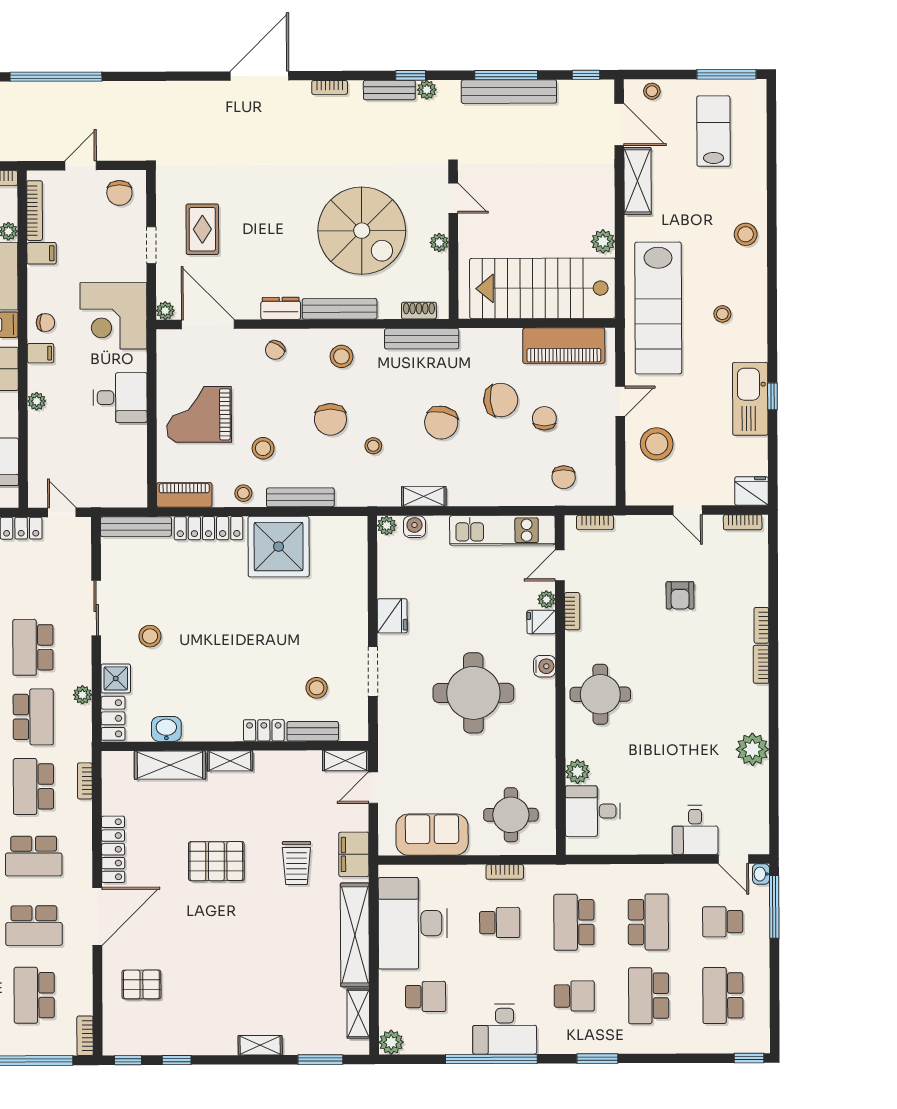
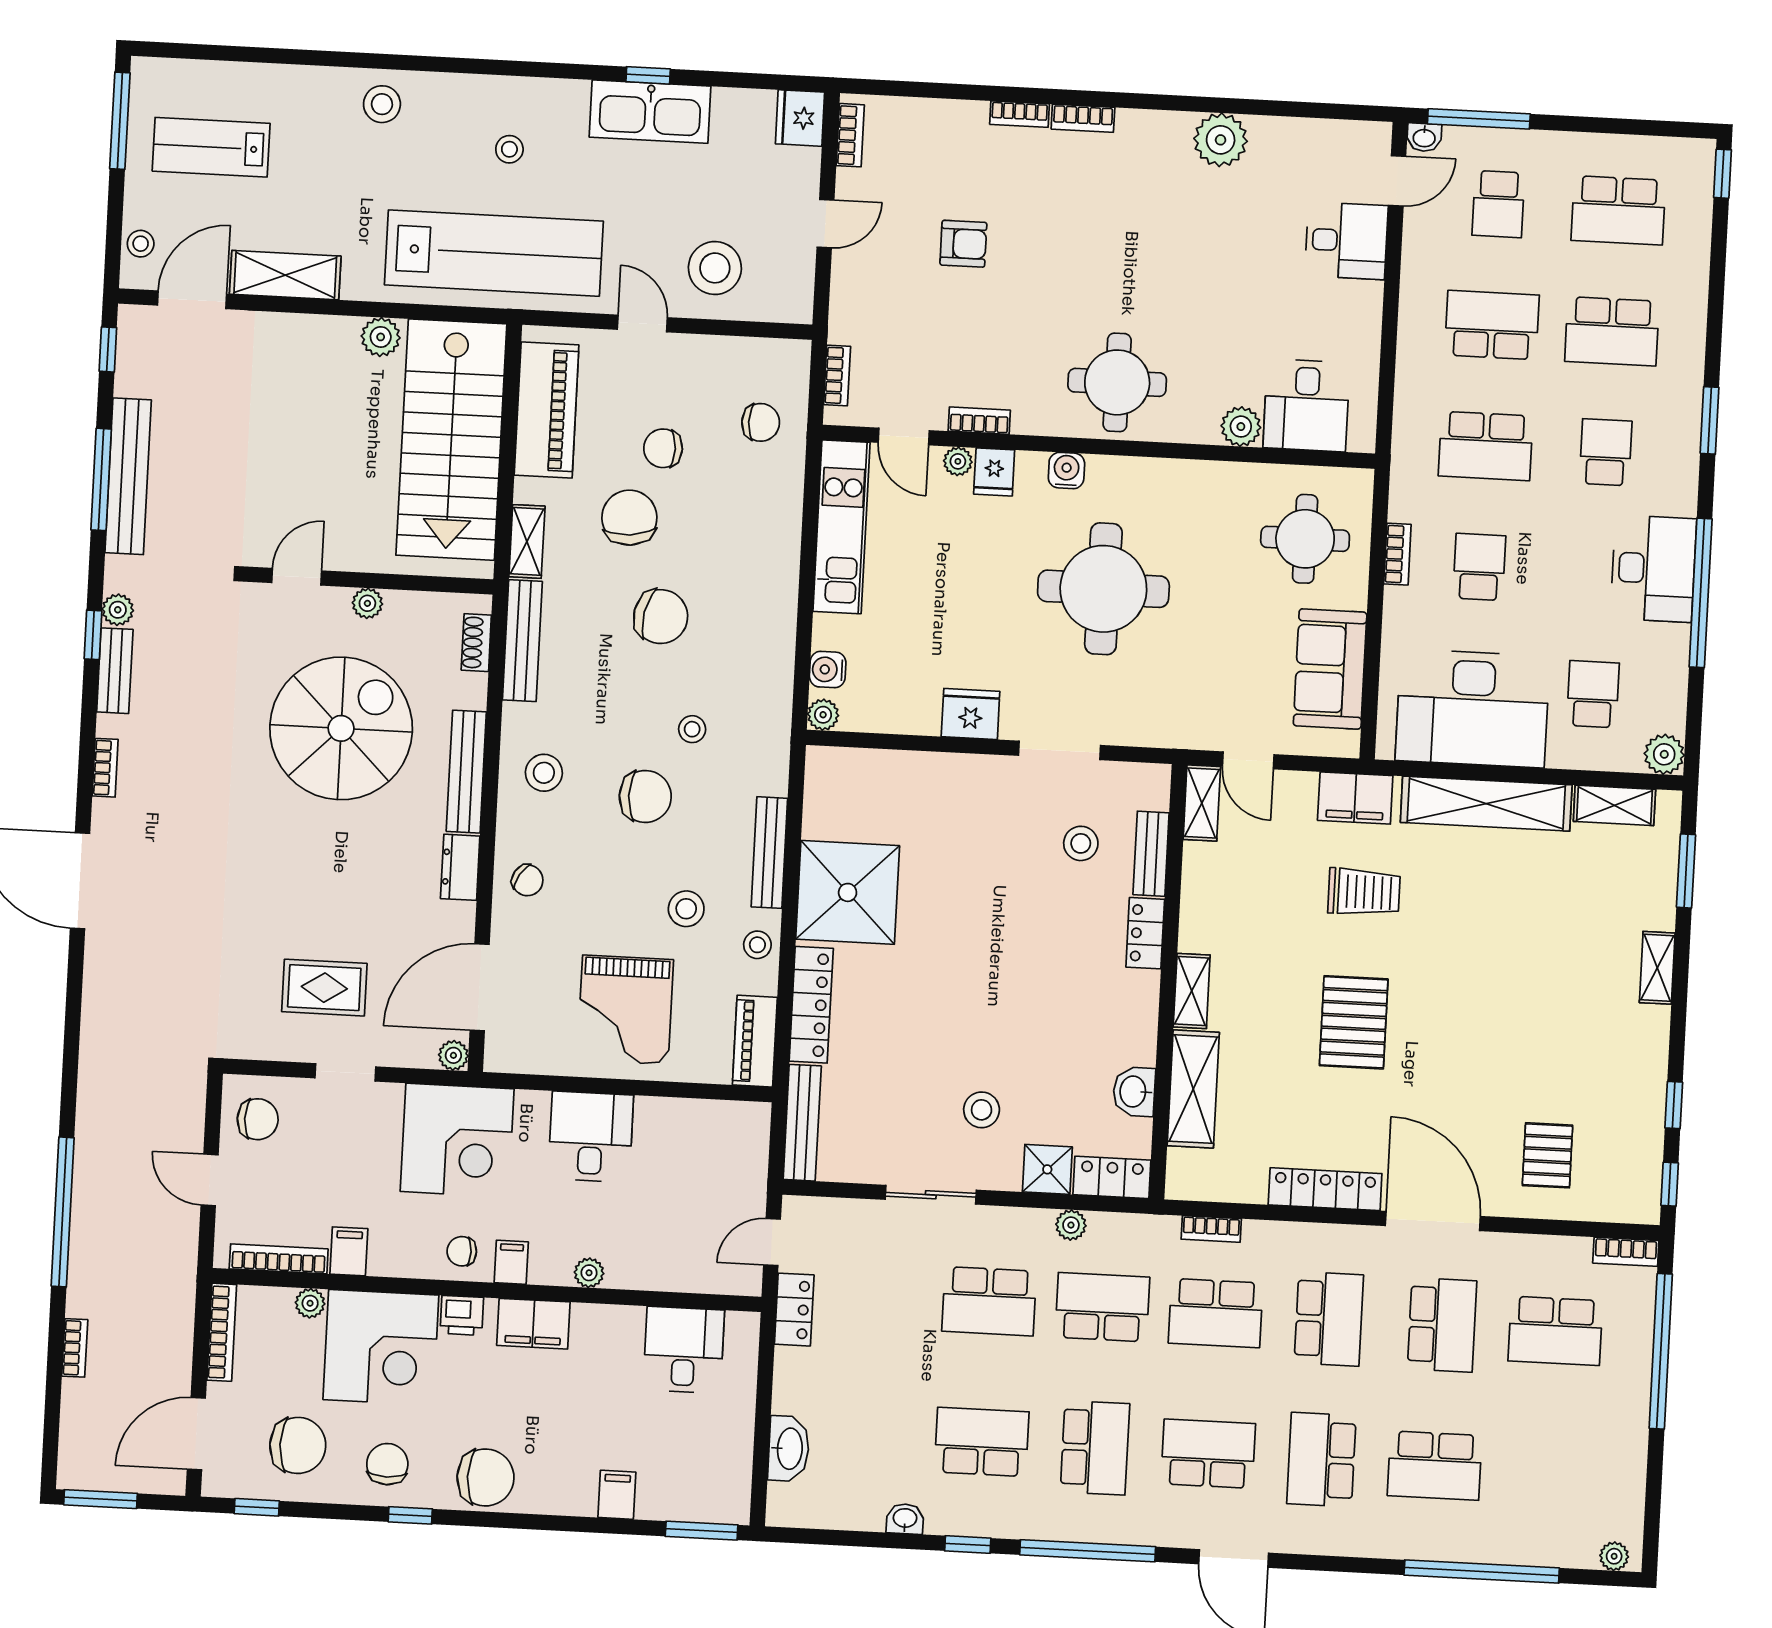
chair: (45, 323) -> (462, 1251), turned -90
shelving: (424, 496) -> (527, 541), moved

